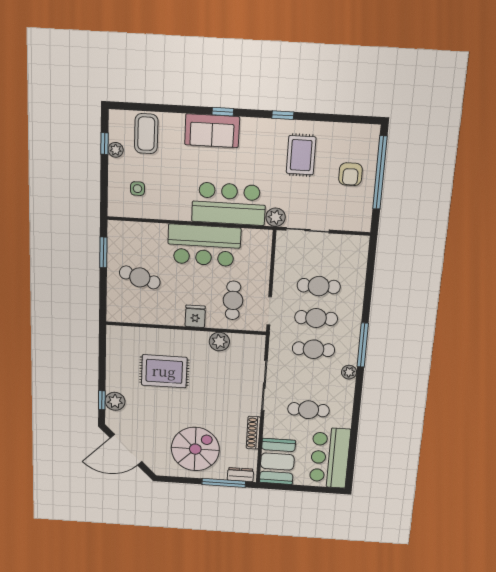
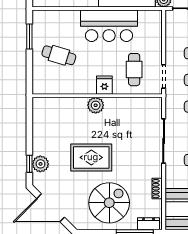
plant: (219, 342) -> (96, 105), moved
rug: (164, 371) -> (91, 157), moved
shoe rack: (253, 433) -> (157, 189), width x0.70

